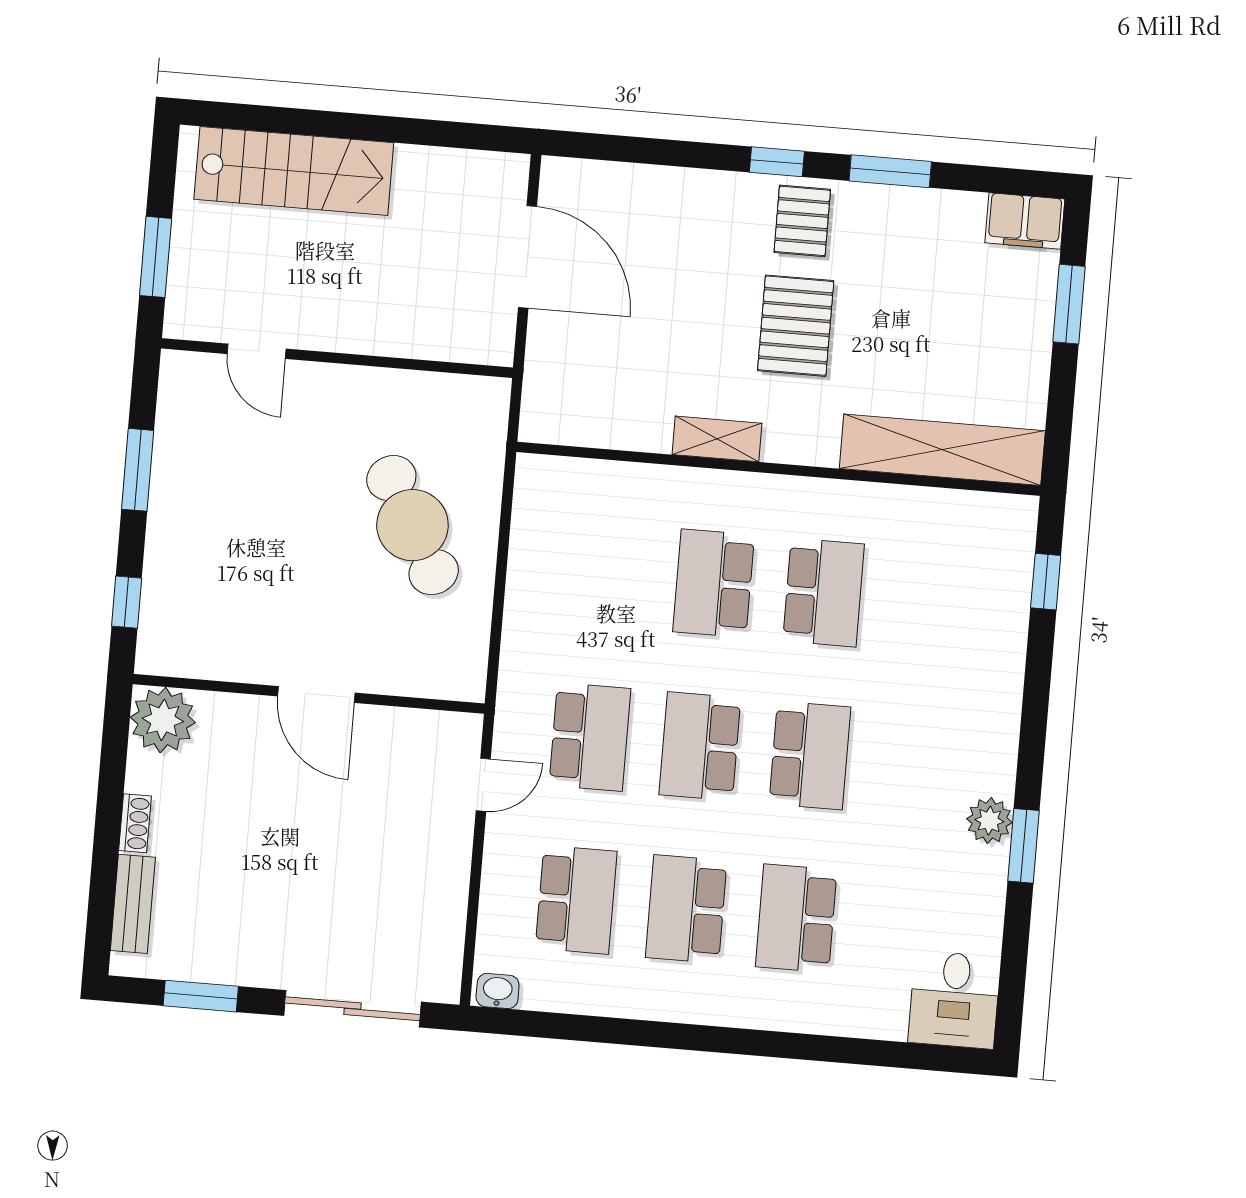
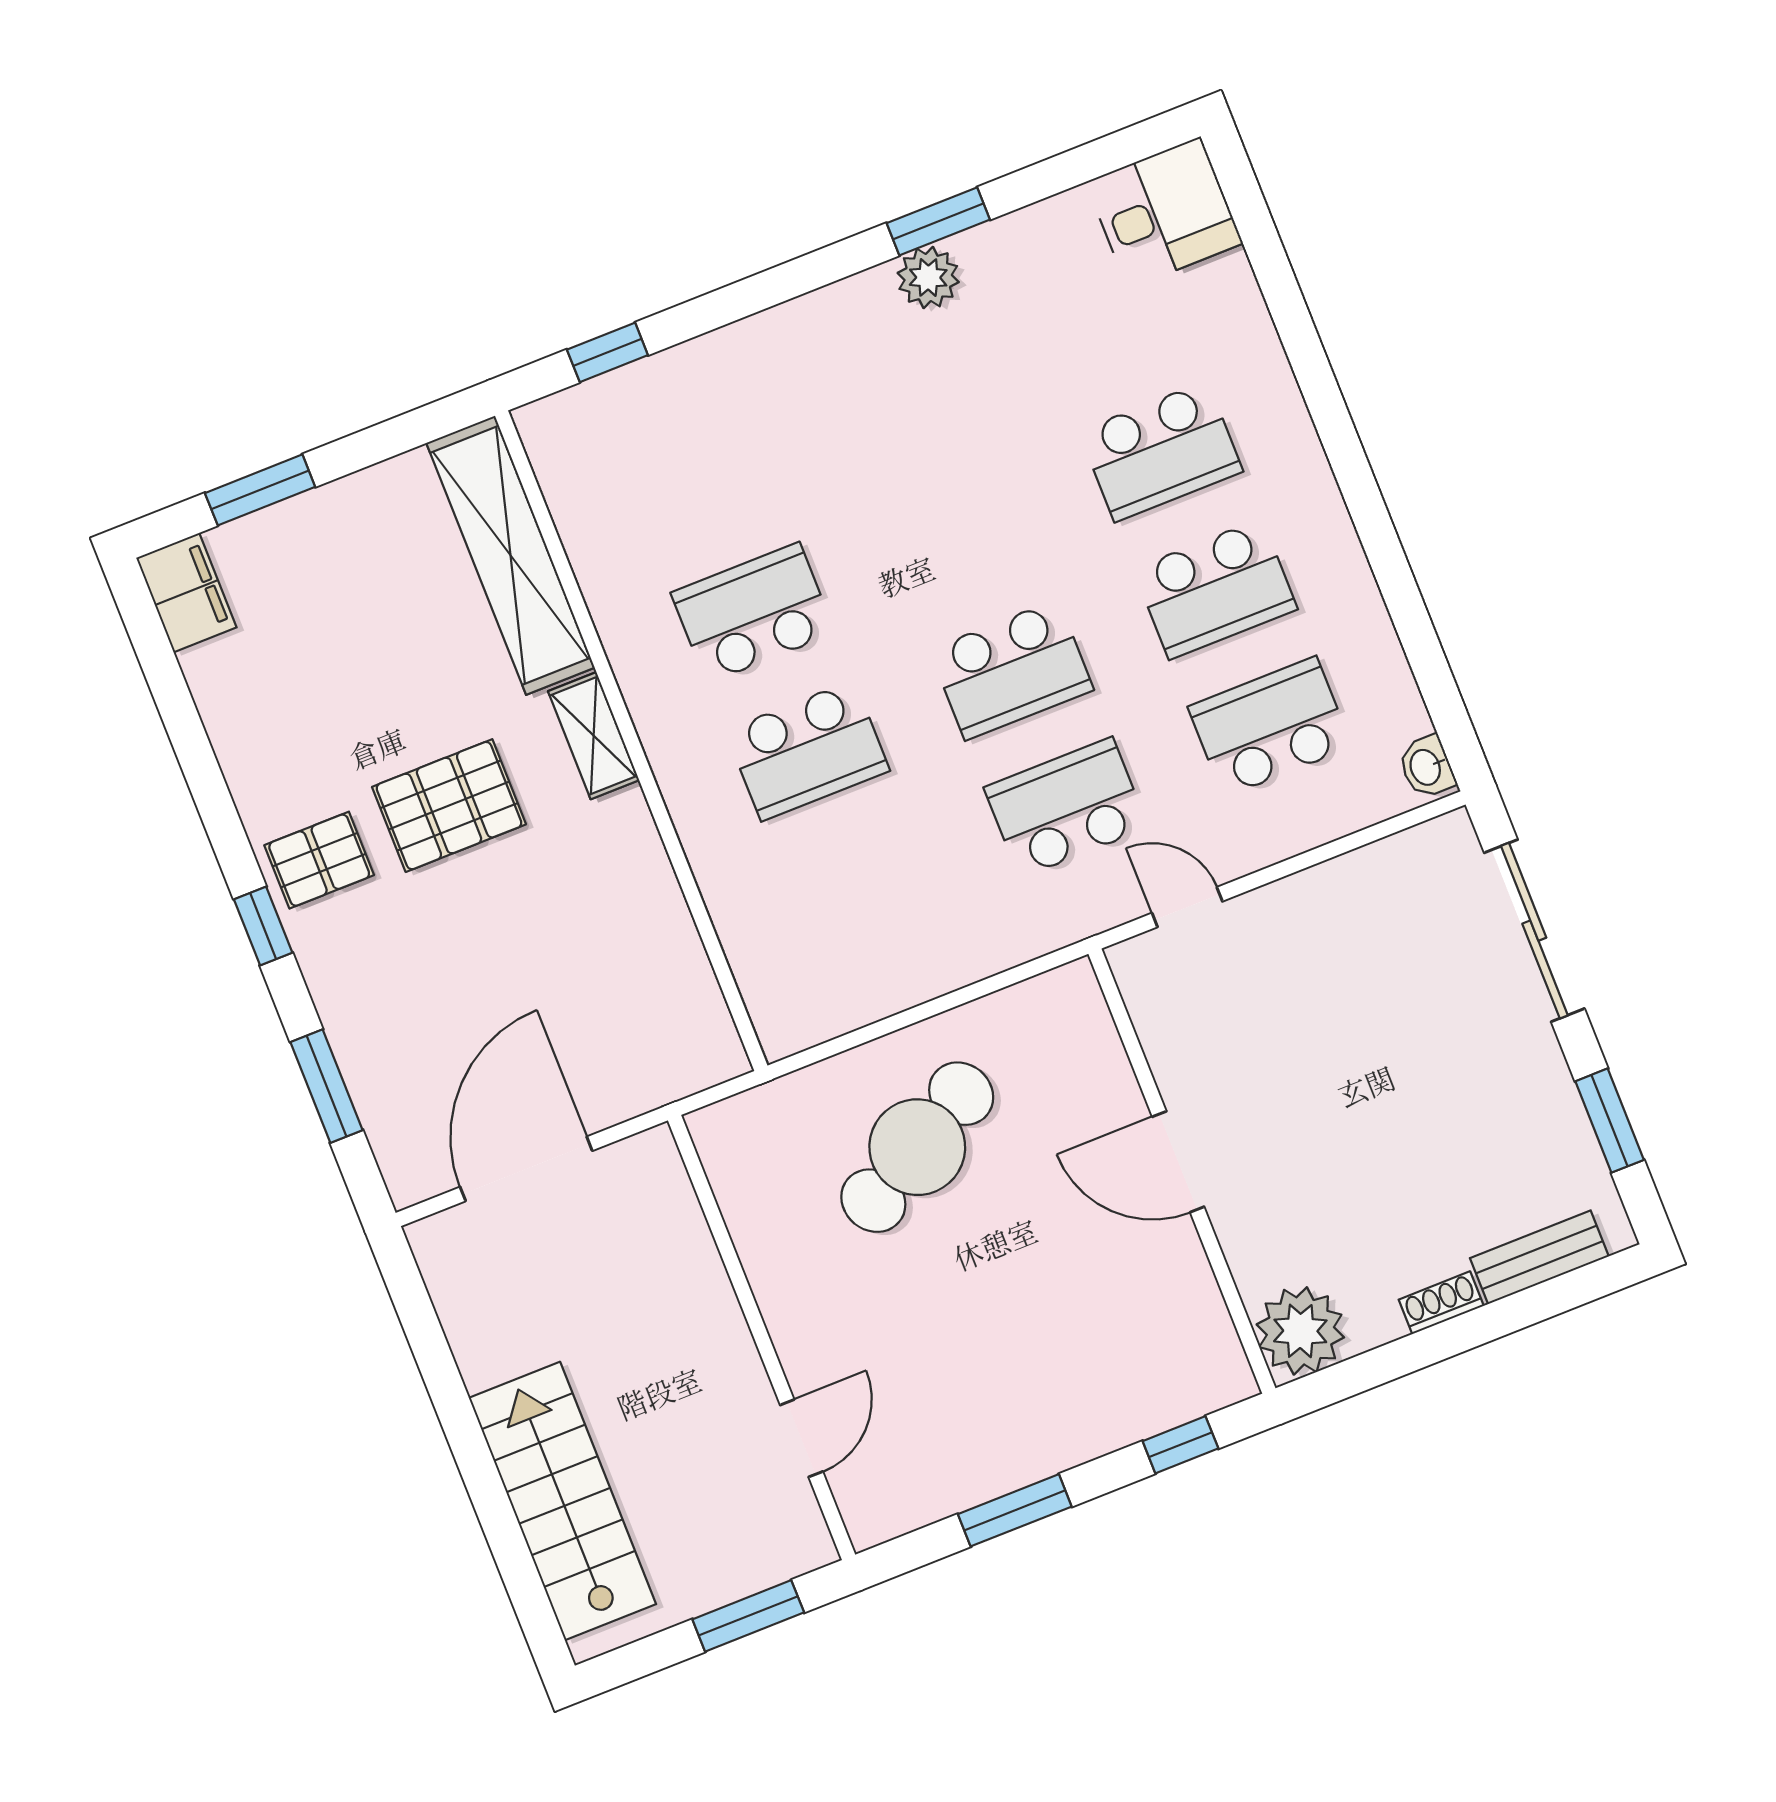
window: (890, 171) -> (327, 1086), moved
shelving: (717, 439) -> (594, 736), moved
door: (316, 694) -> (1178, 1162), swing flipped
school desk: (810, 755) -> (957, 532), removed

